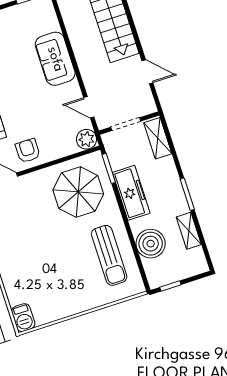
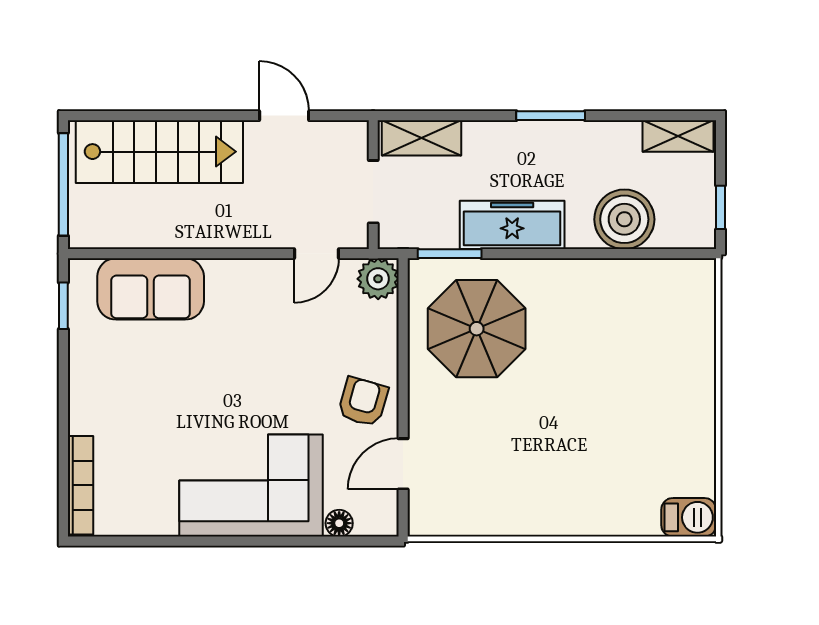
sofa: (55, 59) -> (151, 289), moved
door: (147, 72) -> (284, 116), hinge flipped
armchair: (28, 151) -> (363, 402), turned 106
shelving: (189, 231) -> (678, 136), moved
sun lounger: (109, 255) -> (621, 309), removed

